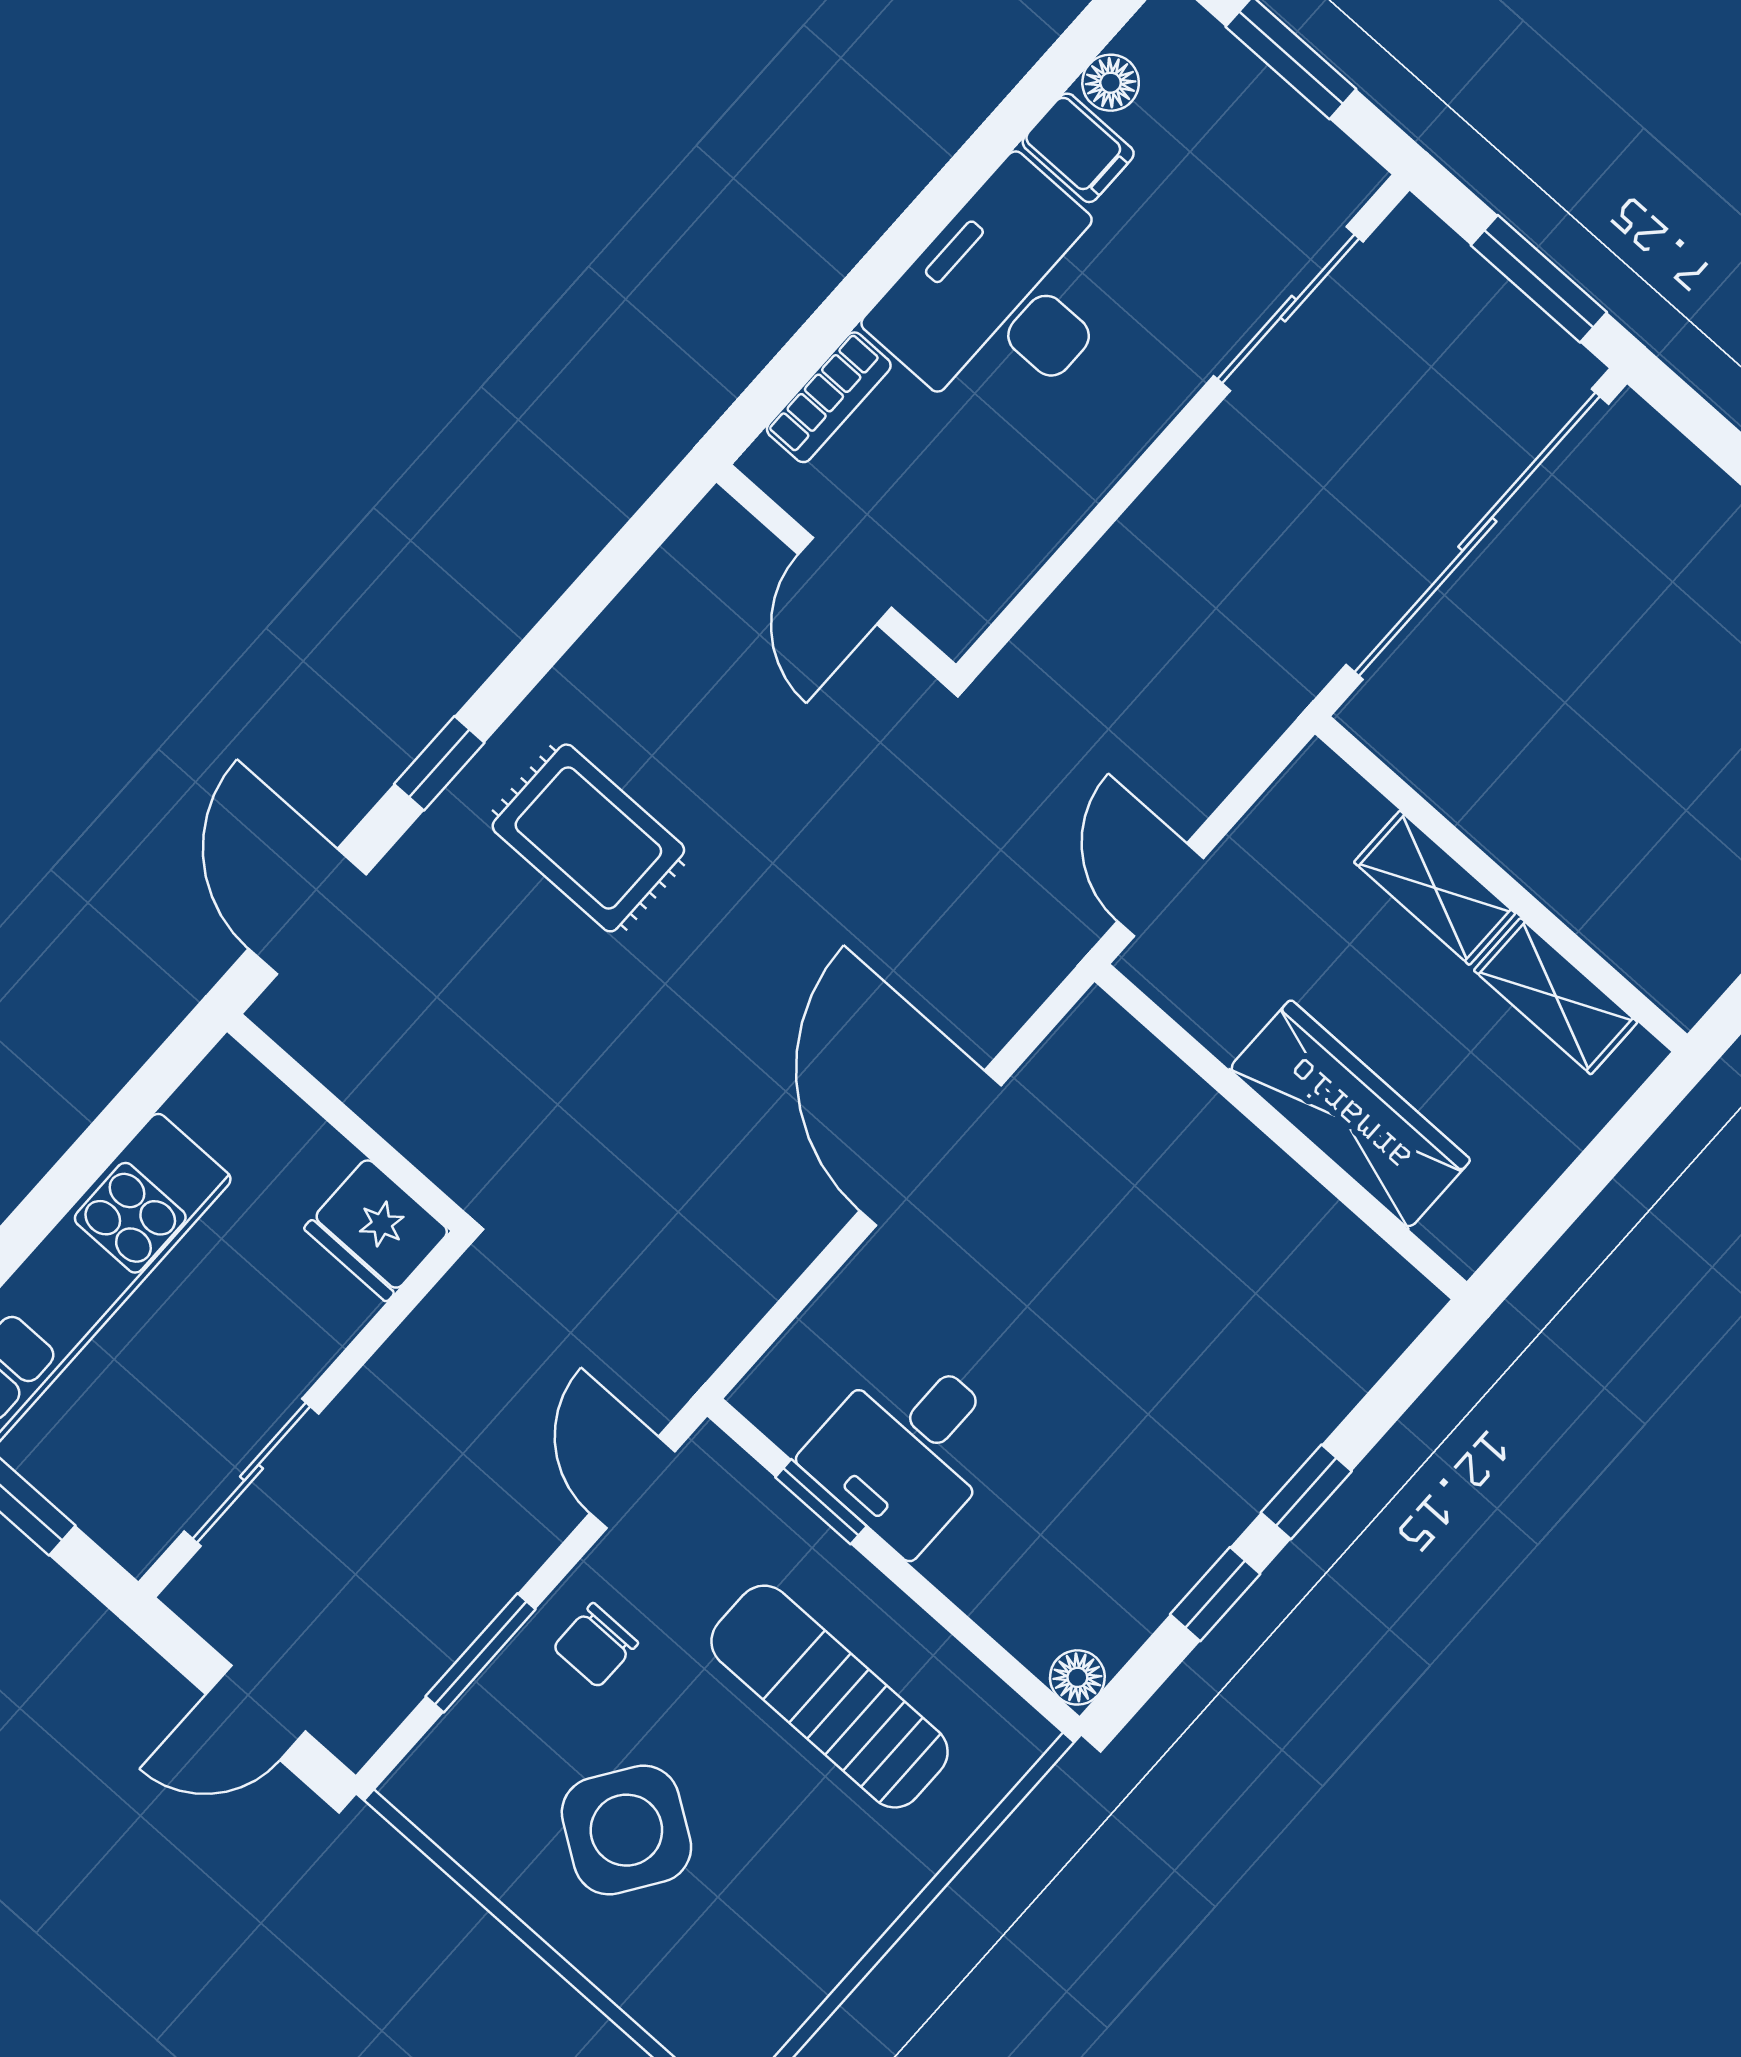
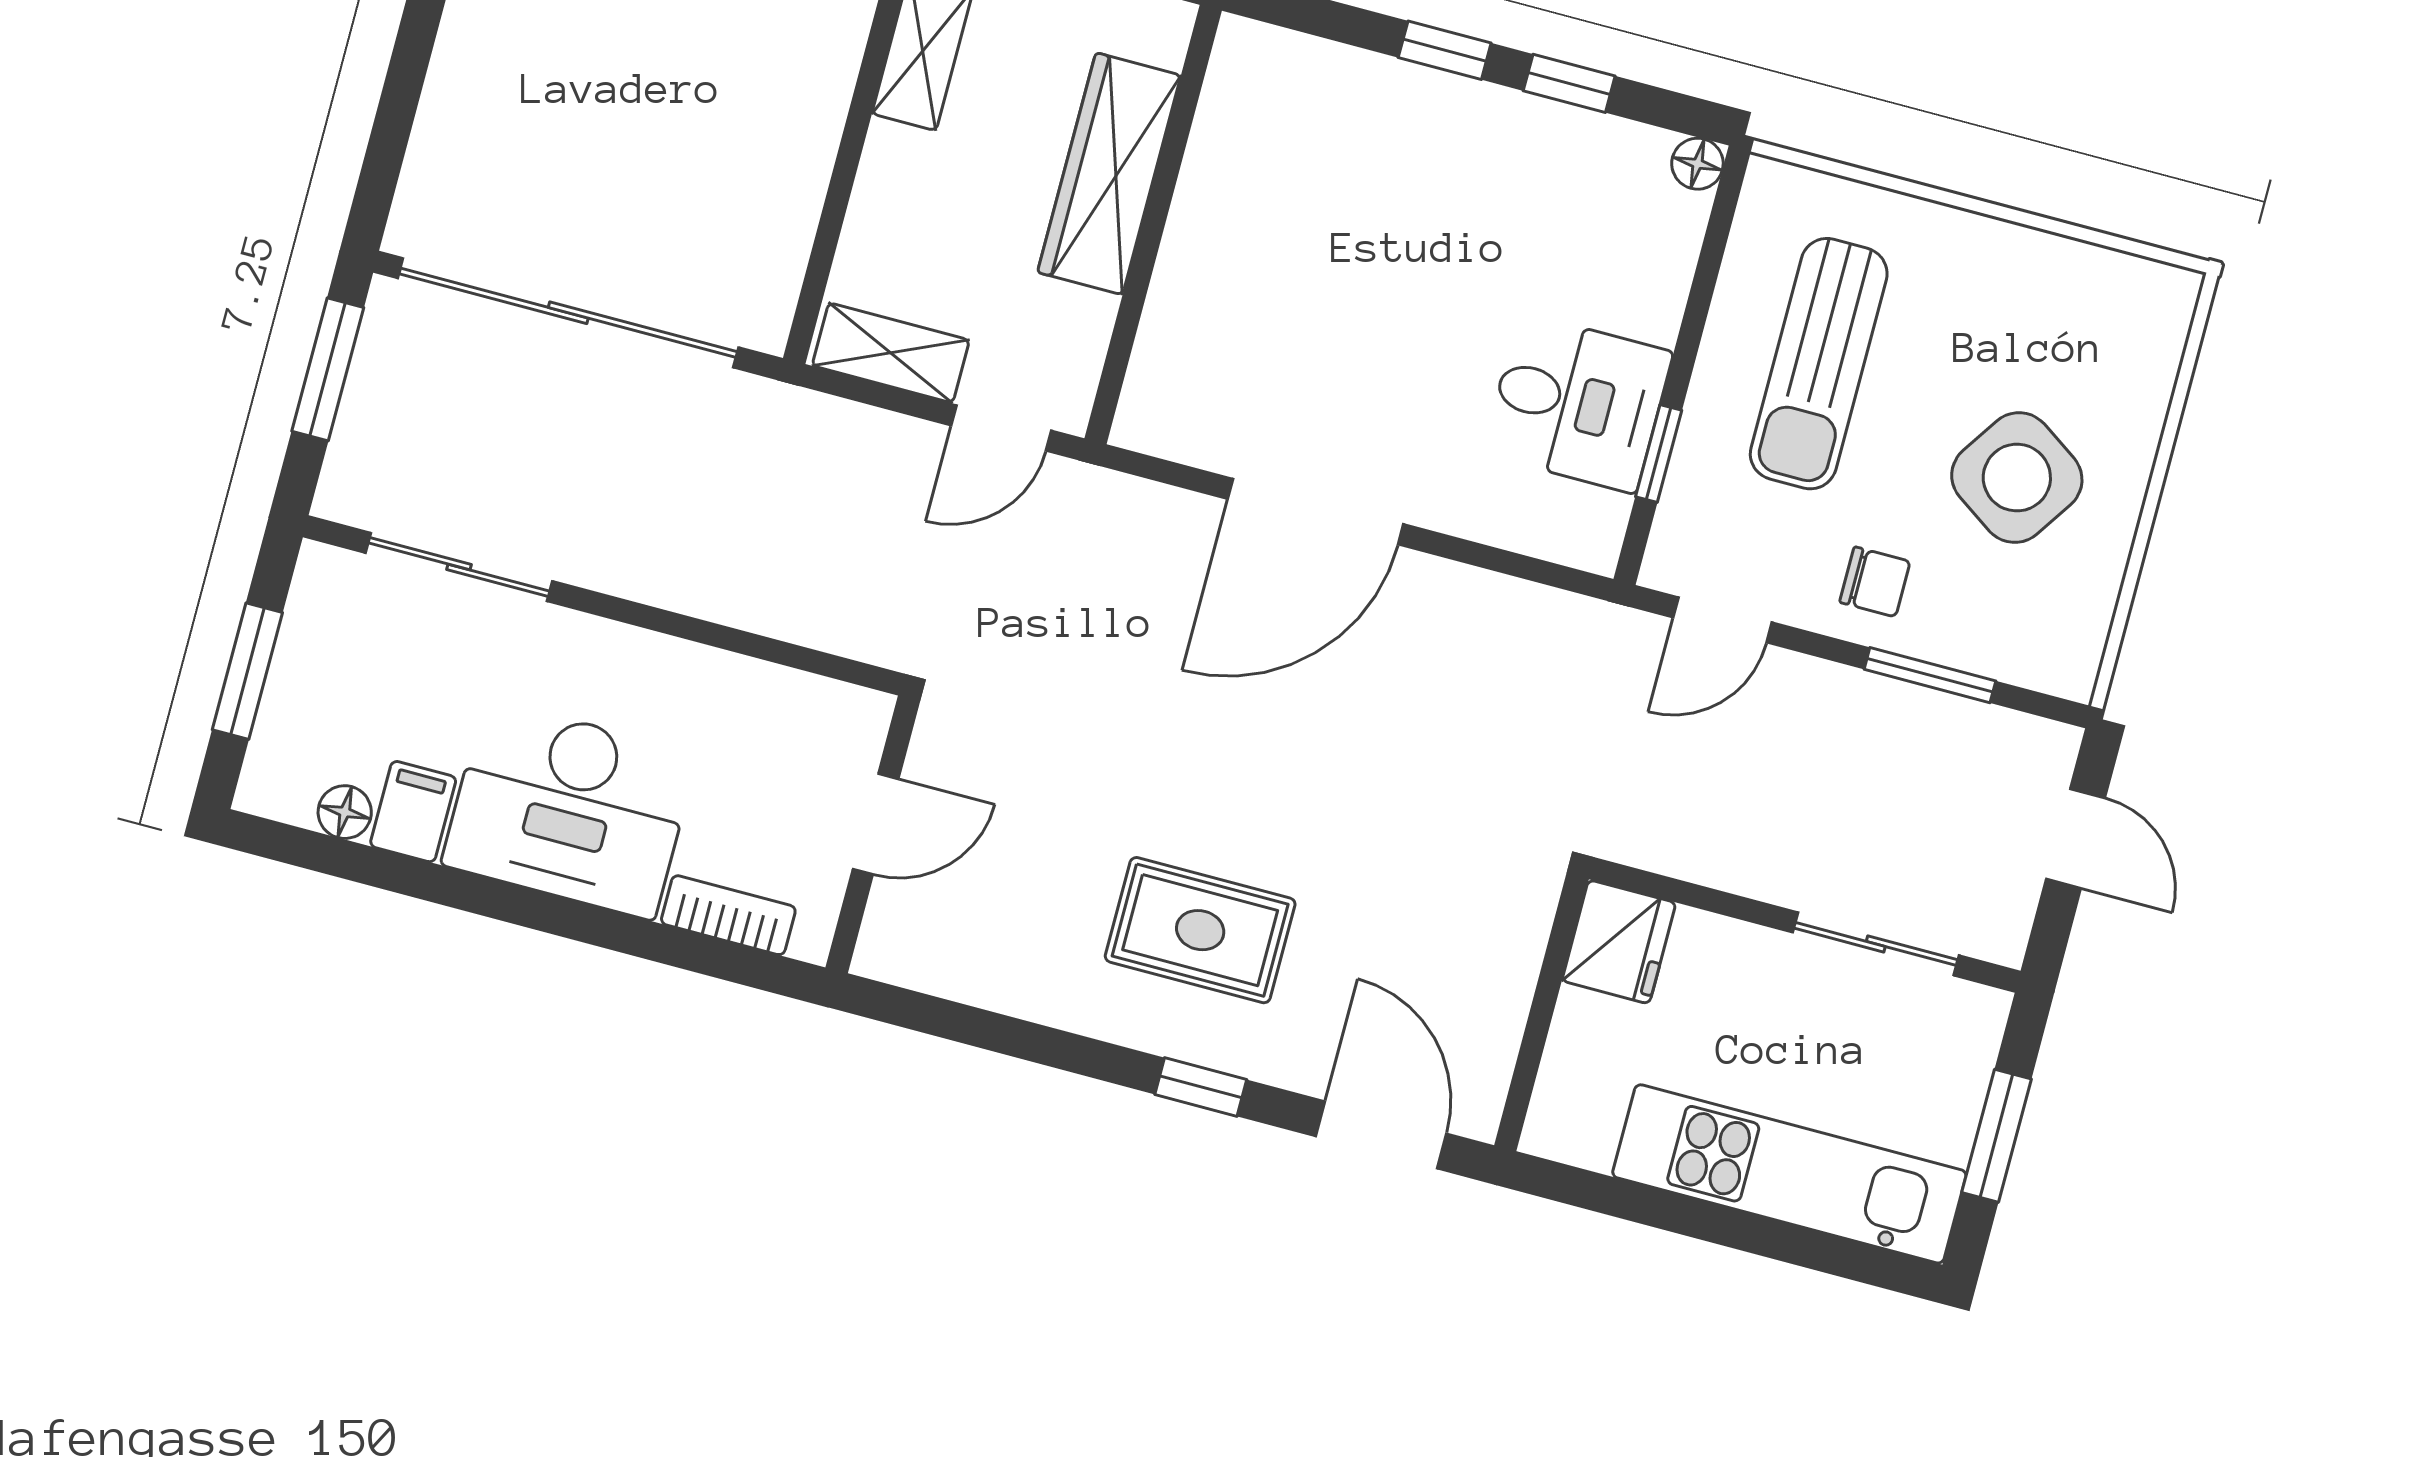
rug: (588, 838) -> (1200, 930), turned 90
shelving: (1435, 888) -> (891, 353), moved, turned 90
door: (307, 912) -> (1381, 1135), swing flipped

